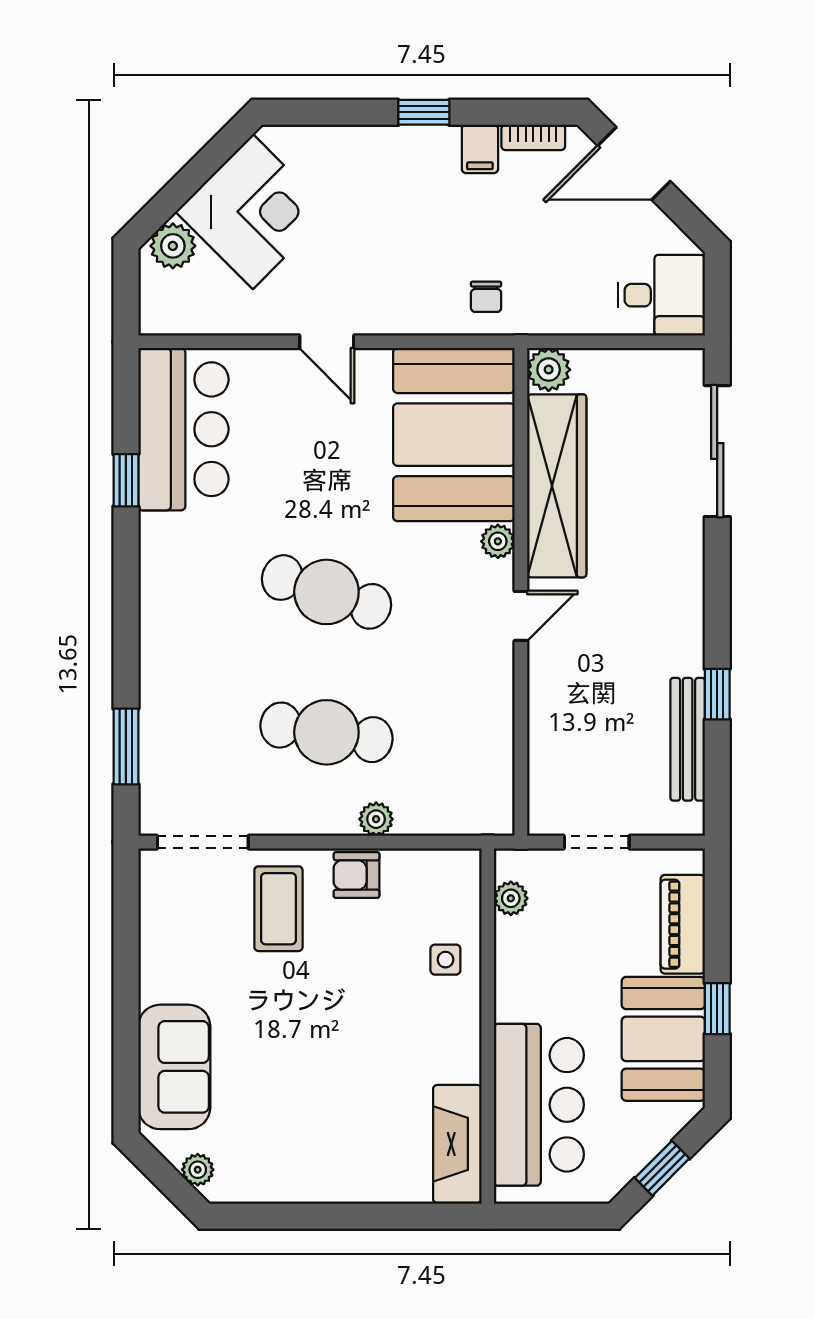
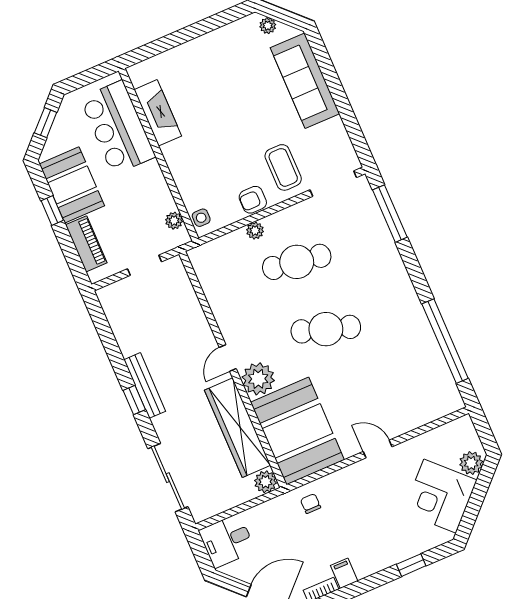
window: (424, 112) -> (411, 565), moved
bar counter: (183, 429) -> (428, 377), removed
window: (126, 480) -> (445, 341), width x3.17
plant: (498, 541) -> (258, 379), width x1.87, depth x1.87
window: (717, 694) -> (134, 400), moved
bench: (688, 739) -> (145, 385), moved
window: (126, 746) -> (390, 214), width x1.44
armchair: (357, 875) -> (253, 200), turned 180
side table: (445, 960) -> (201, 218), moved
sofa: (174, 1067) -> (305, 81), width x1.36
fireplace: (457, 1144) -> (158, 113), moved

